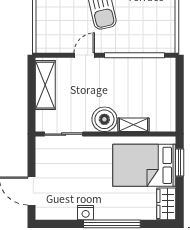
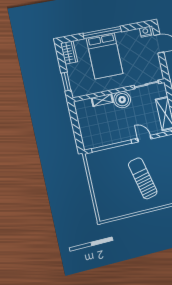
door: (84, 55) -> (144, 139), swing flipped
bed: (144, 165) -> (105, 56), moved, turned 90
nightstand: (86, 213) -> (145, 32), moved

